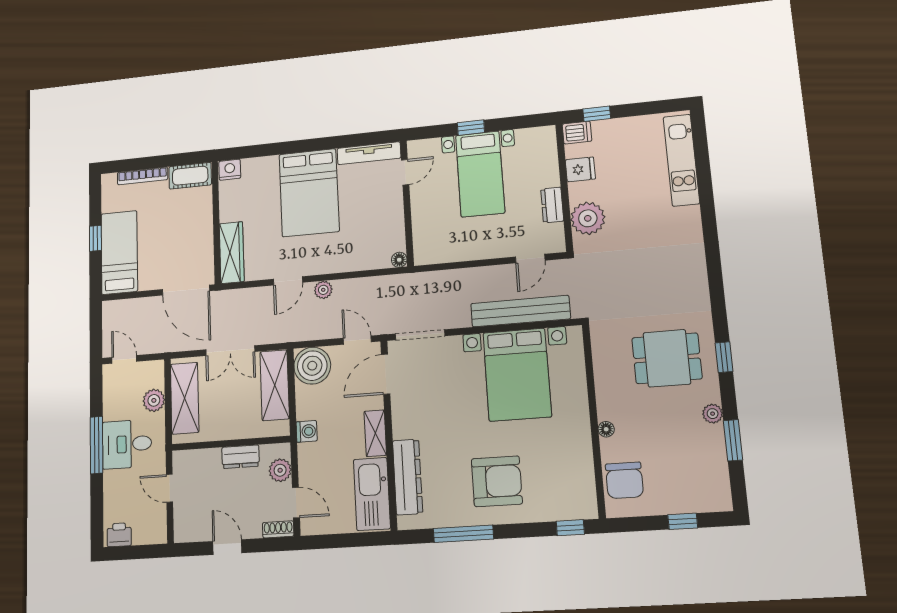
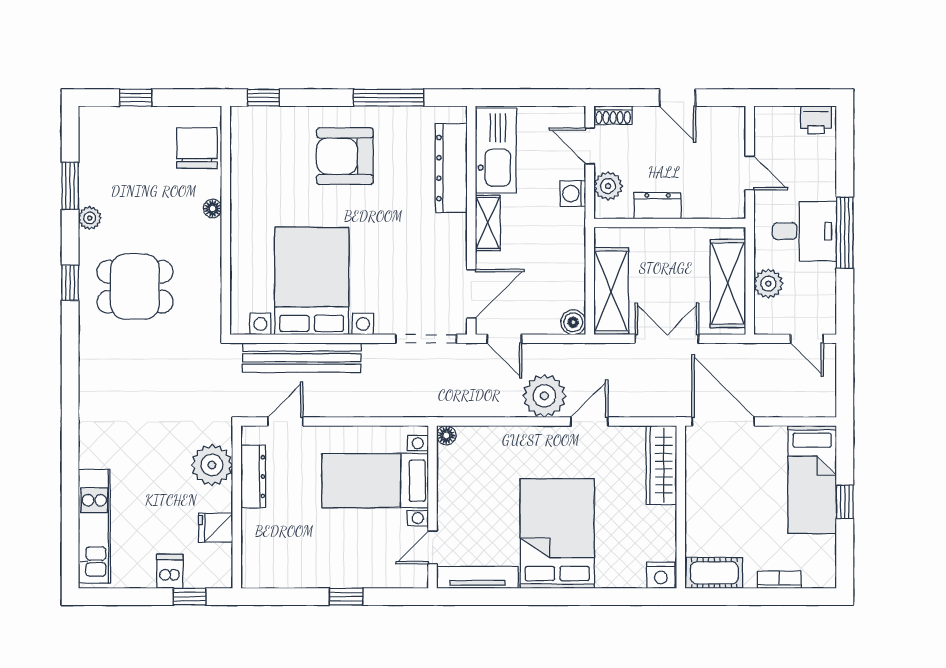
dishwasher: (577, 133) -> (170, 571), moved, turned 90
bed with nightstands: (480, 174) -> (375, 481), moved, turned -90
bookcase: (143, 176) -> (779, 580), width x0.64
dresser: (552, 205) -> (253, 477), width x1.44
plant: (323, 290) -> (544, 396), width x1.88, depth x1.88
boiler: (312, 366) -> (573, 322), width x0.54, depth x0.54
washing machine: (307, 431) -> (573, 194), moved

